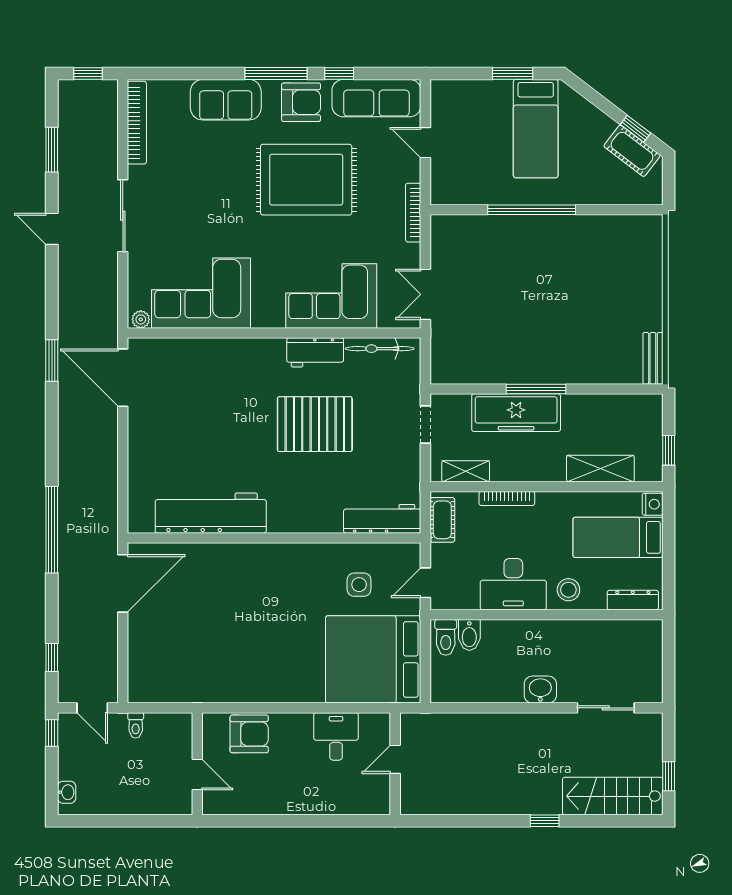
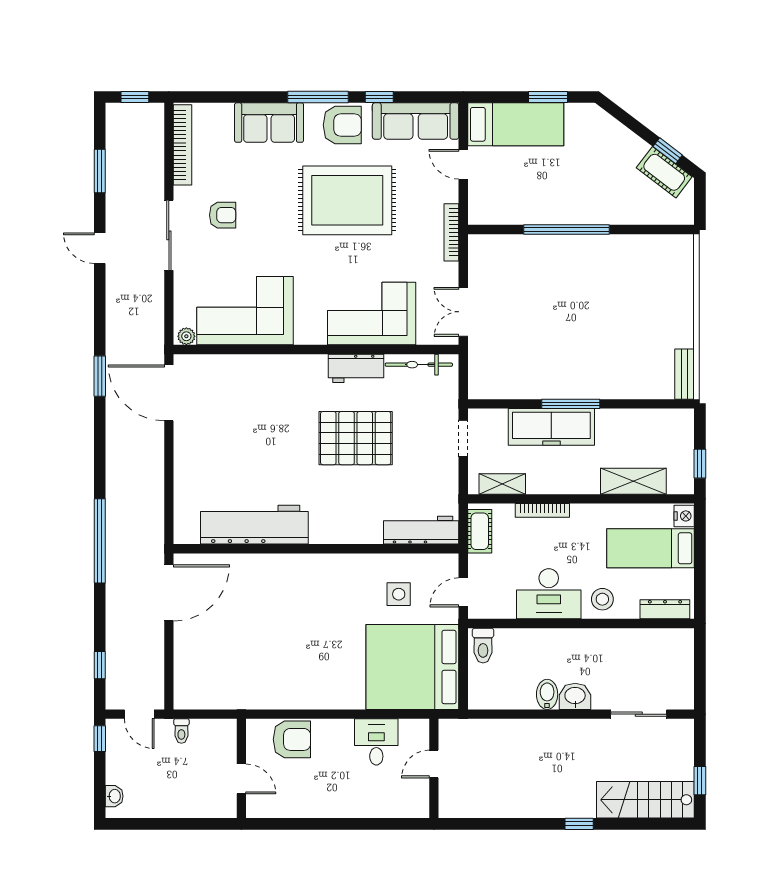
bed: (536, 129) -> (516, 124), moved, turned -90
armchair: (178, 195) -> (223, 215), added
bidet: (469, 635) -> (547, 694), moved, turned 180

